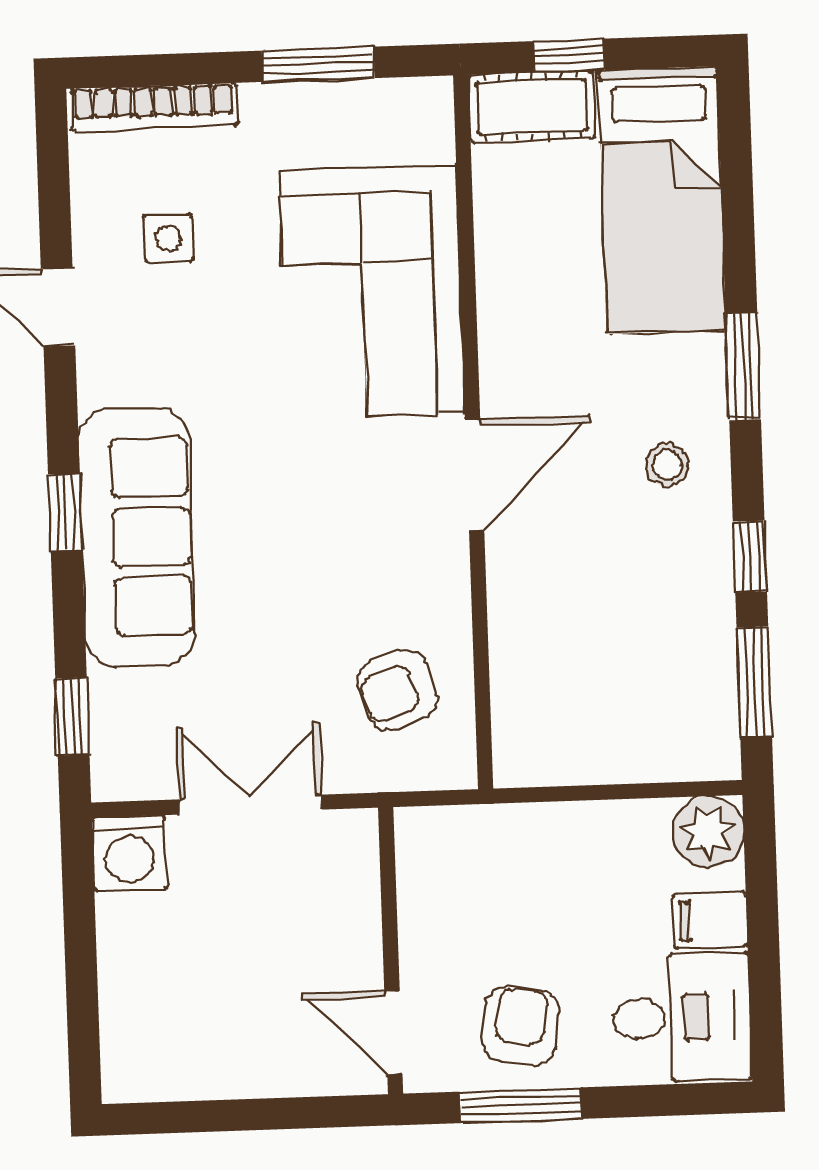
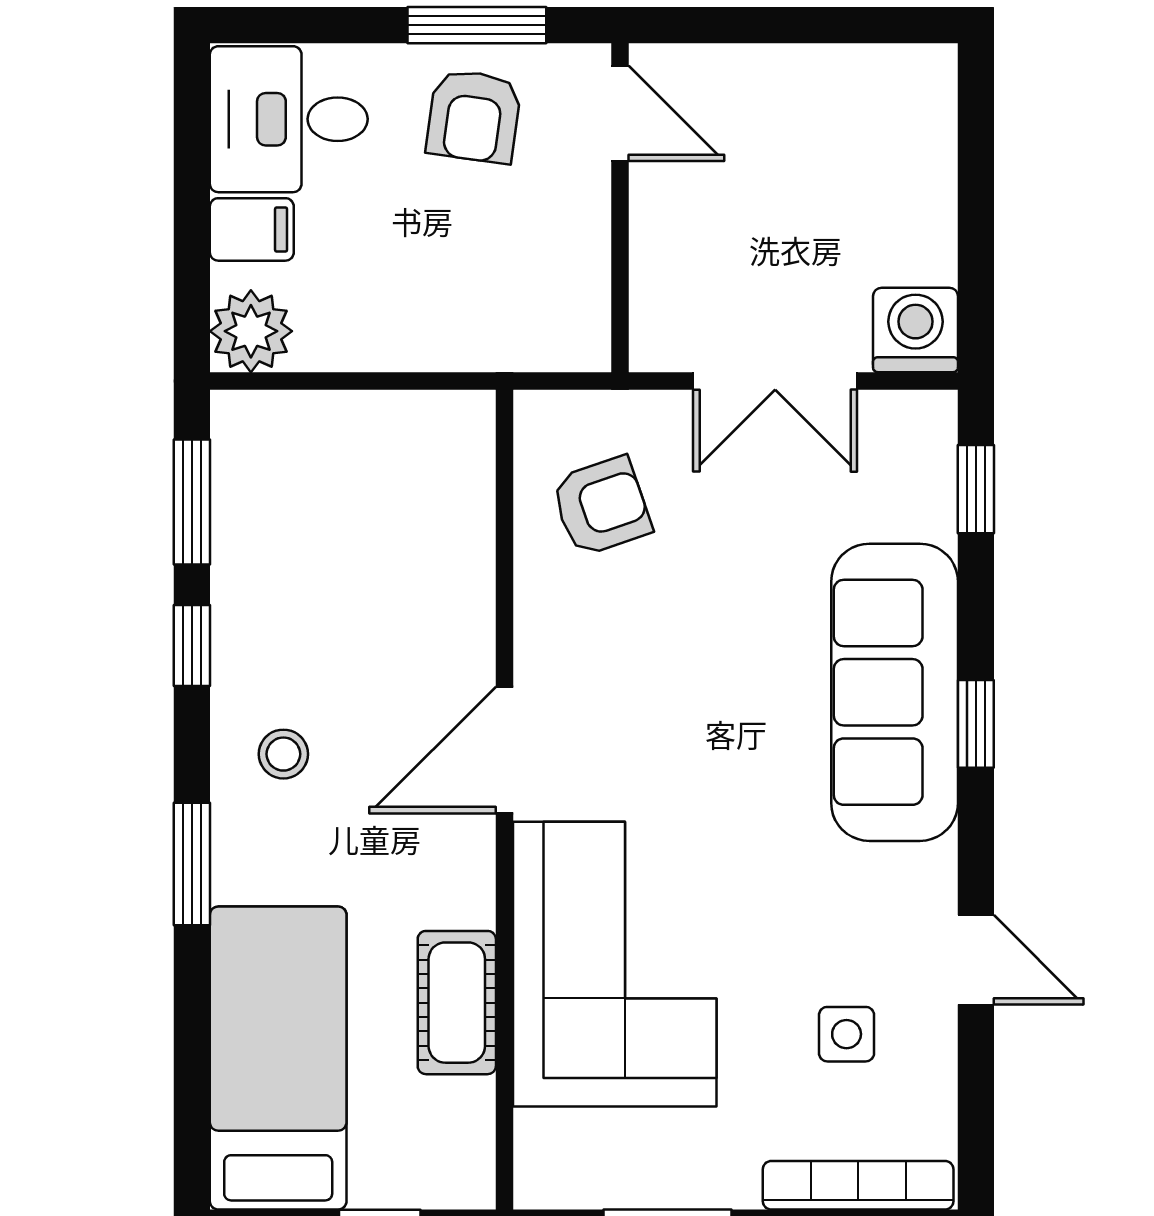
cot: (532, 107) -> (457, 1003), moved, turned 90

